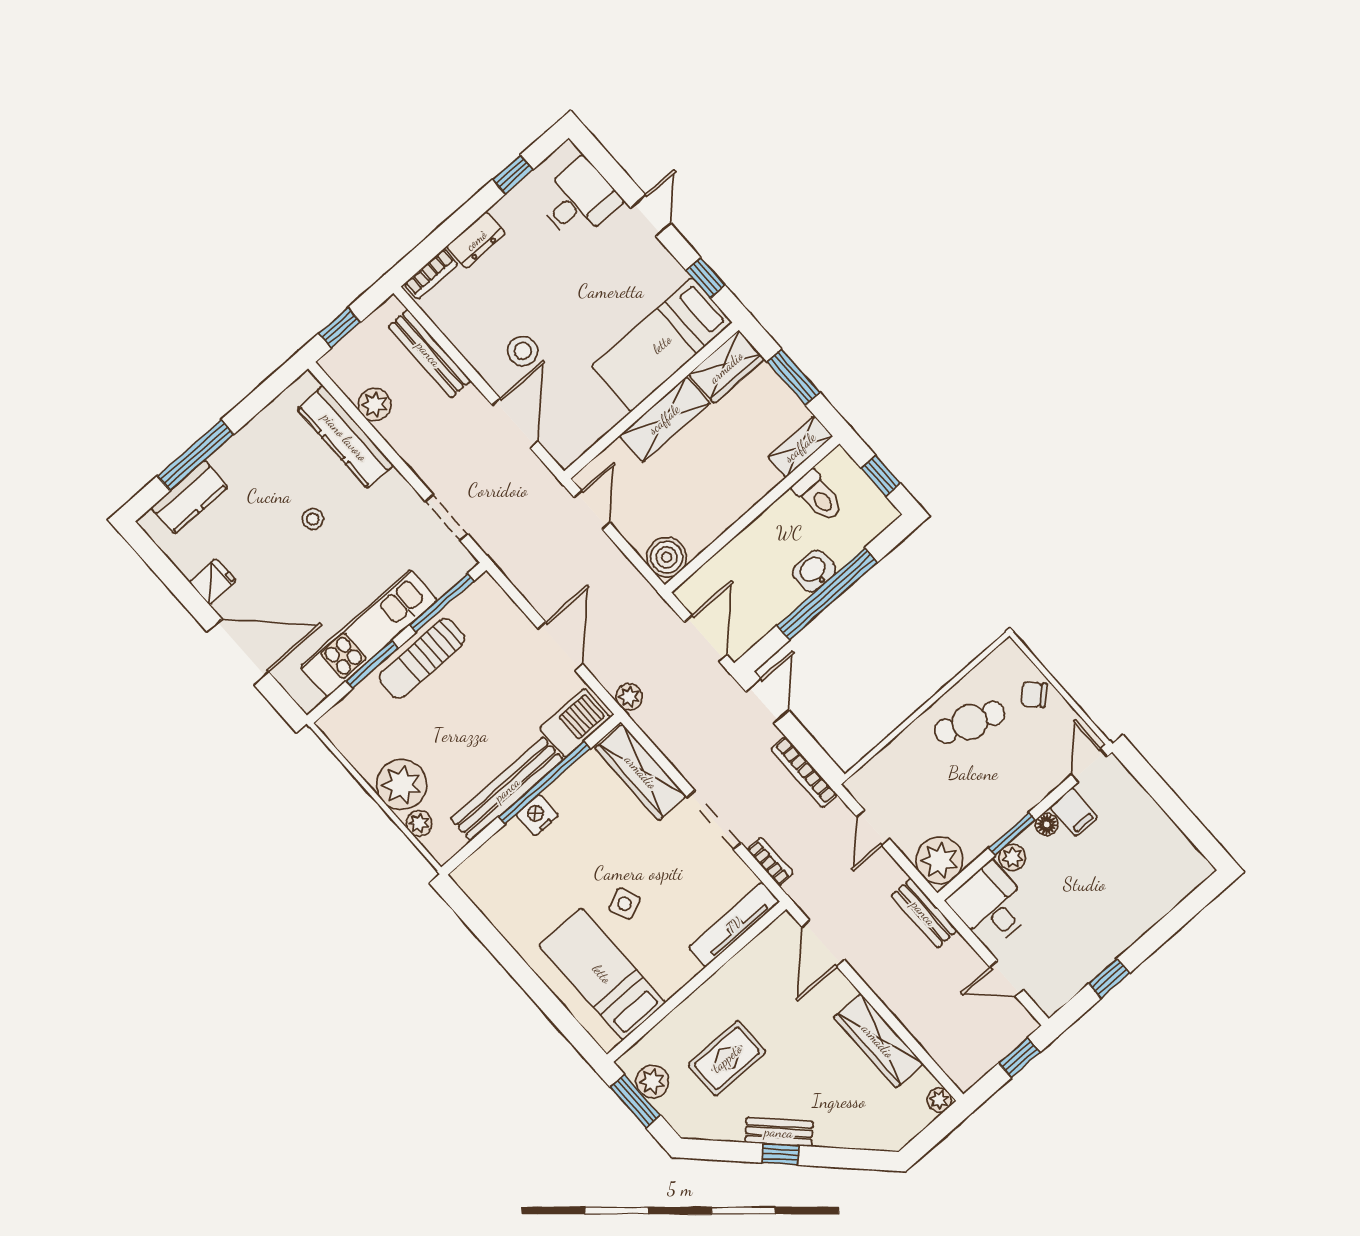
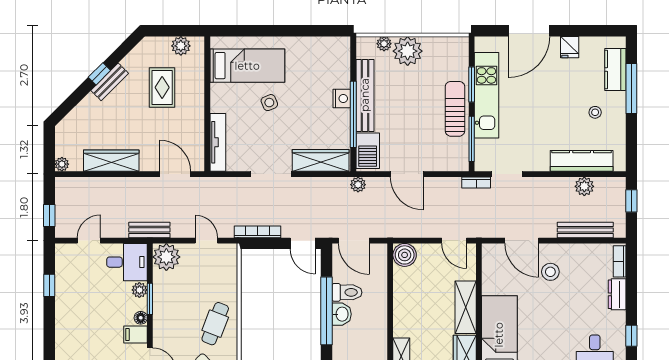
toilet: (818, 496) -> (347, 292), moved, turned 180
stool: (313, 519) -> (595, 112), moved
bookcase: (770, 861) -> (476, 183), moved
window: (635, 1101) -> (179, 31), removed

